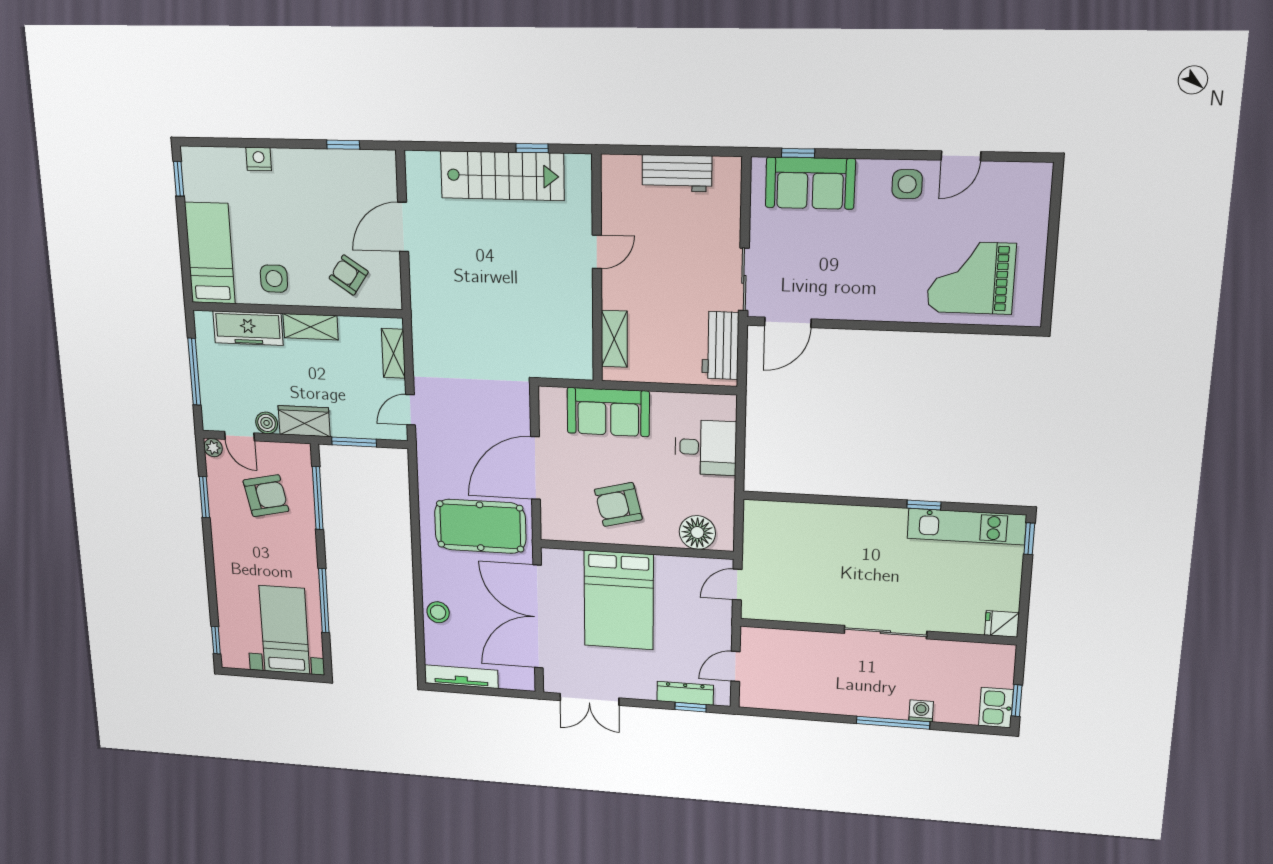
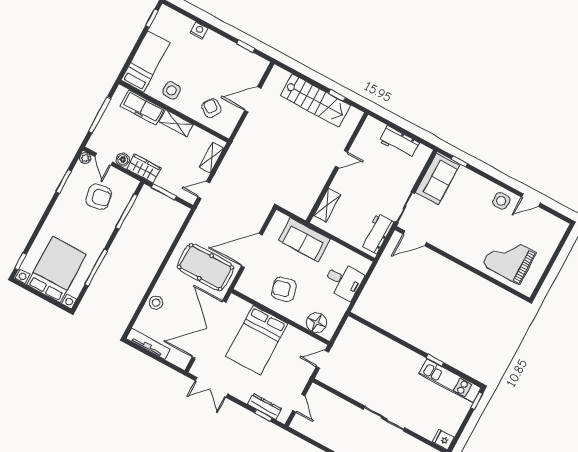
sofa: (810, 183) -> (437, 179), moved, turned -90
bed with nightstands: (284, 630) -> (56, 270), width x1.36
door: (735, 666) -> (299, 403), swing flipped

